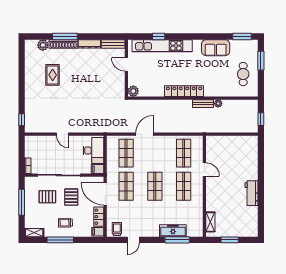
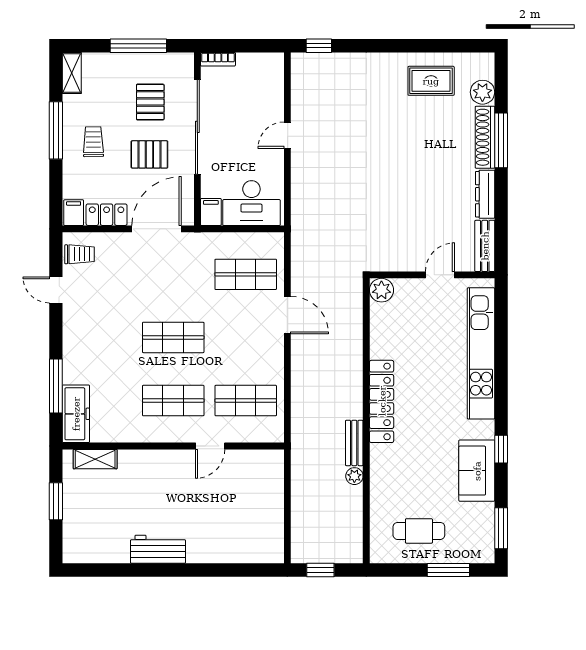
window: (159, 37) -> (501, 449), moved
rug: (53, 75) -> (431, 81), moved
shop shelf: (126, 186) -> (173, 274), removed
freezer: (173, 231) -> (76, 414), moved

